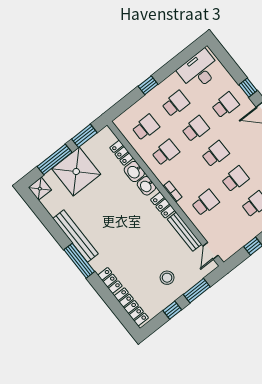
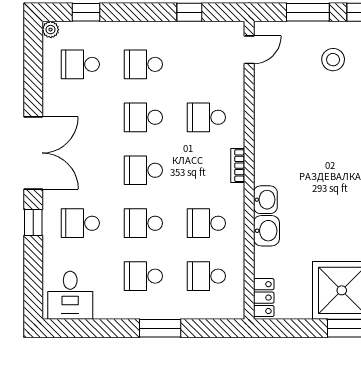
desk: (199, 70) -> (70, 295), width x0.73
window: (148, 85) -> (160, 328), width x1.50
window: (84, 136) -> (295, 328), removed
locker: (122, 153) -> (264, 298), moved
locker: (163, 205) -> (264, 158), removed
bench: (185, 232) -> (263, 101), removed

